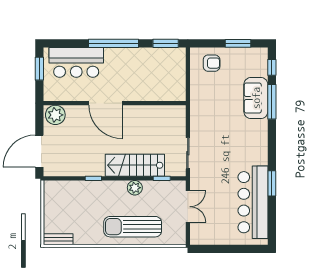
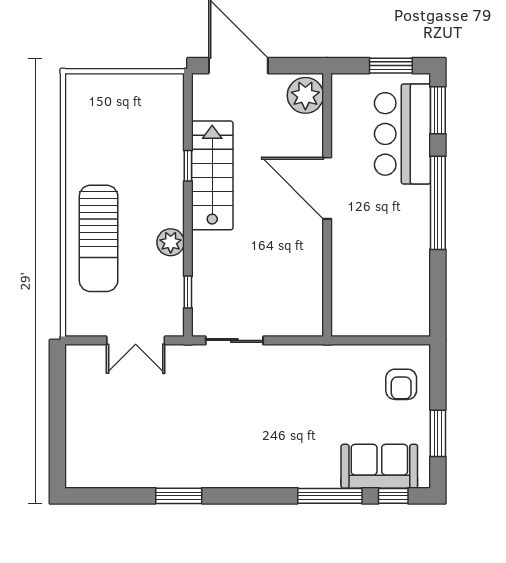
window: (166, 43) -> (438, 110), moved
sofa: (256, 98) -> (379, 466), moved
door: (106, 103) -> (327, 188), hinge flipped
stairs: (135, 165) -> (212, 175), moved
bar counter: (253, 202) -> (144, 461), removed
sun lounger: (133, 227) -> (99, 238), turned 180
bench: (58, 239) -> (75, 100), removed

